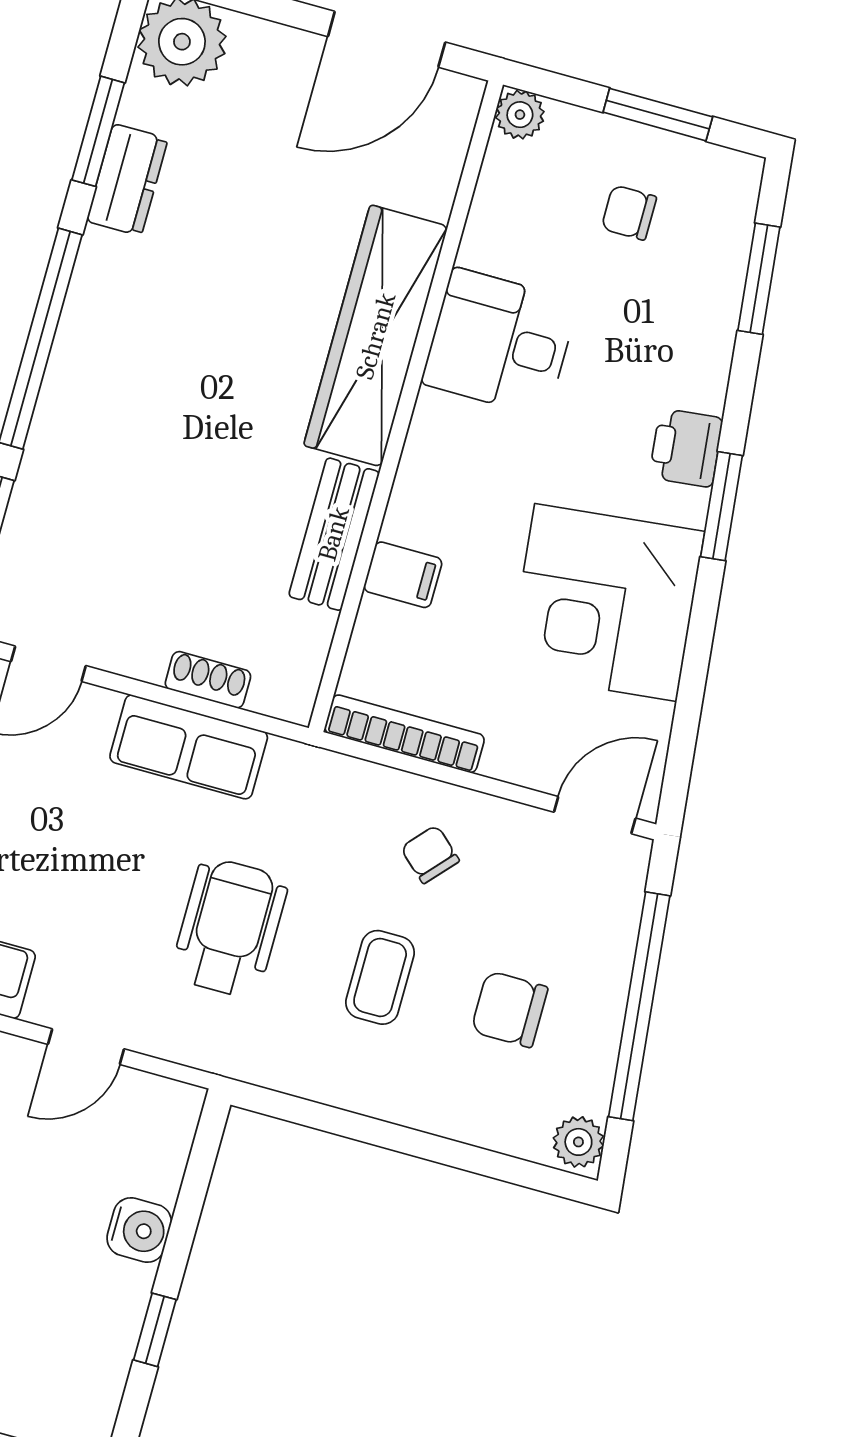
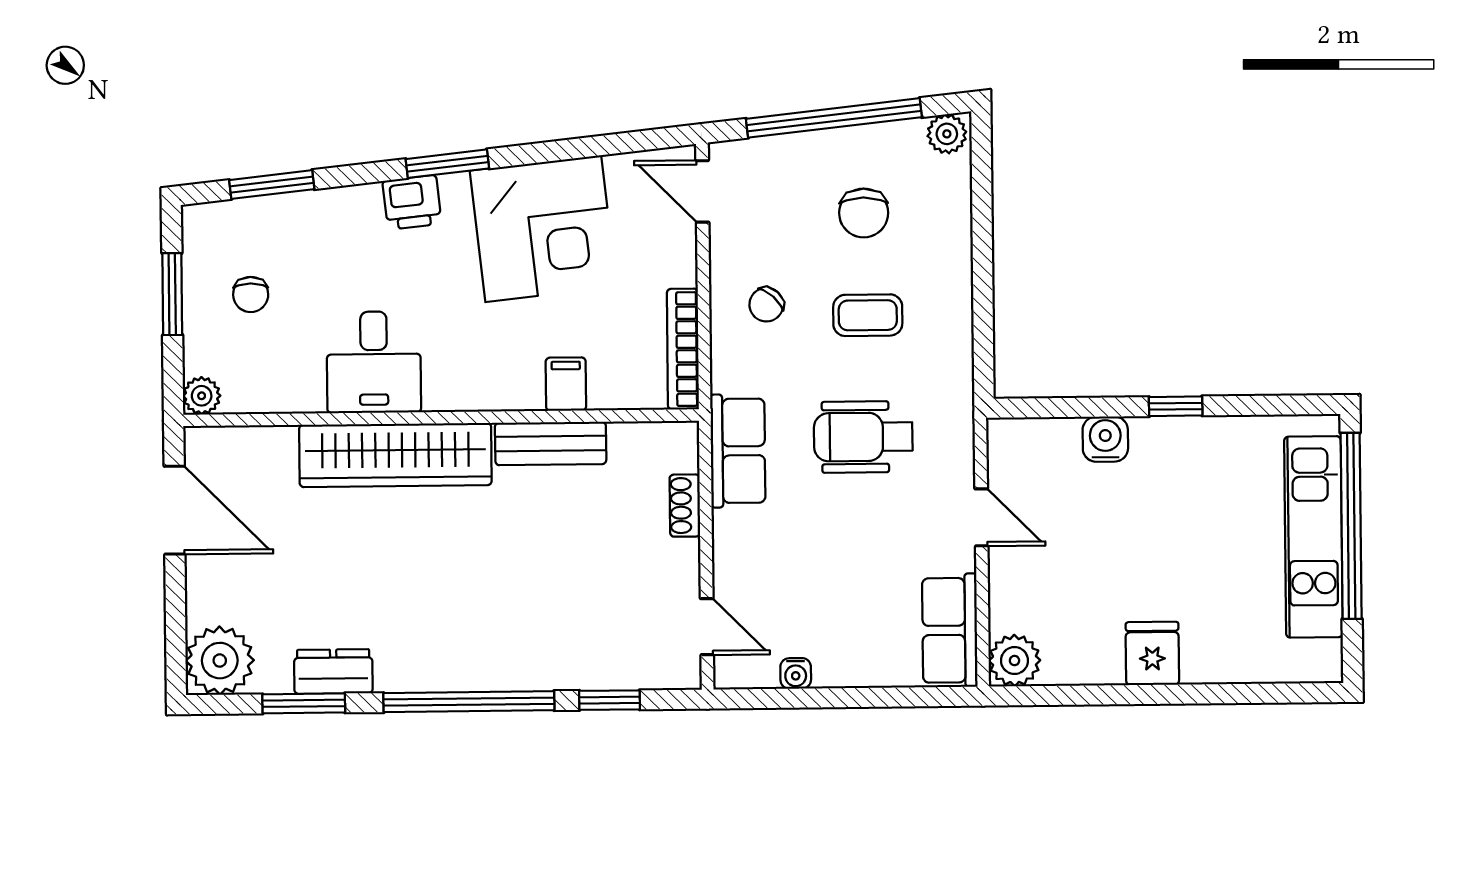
row of seats: (189, 747) -> (738, 451), moved

